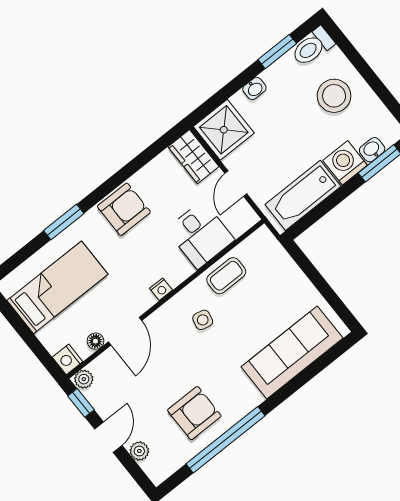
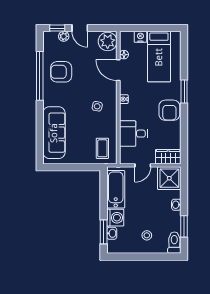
stool: (334, 96) -> (147, 235), width x0.53, depth x0.53
door: (236, 184) -> (143, 165), swing flipped
window: (64, 222) -> (184, 92), moved
coffee table: (226, 276) -> (102, 148), moved
nightstand: (67, 359) -> (140, 37), moved
plant: (84, 379) -> (108, 41), width x1.87, depth x1.87
window: (81, 403) -> (57, 28), moved
armchair: (194, 413) -> (61, 72), turned 90

